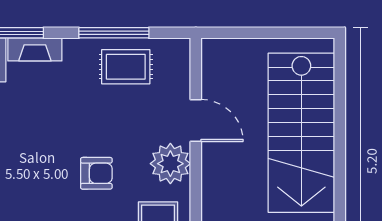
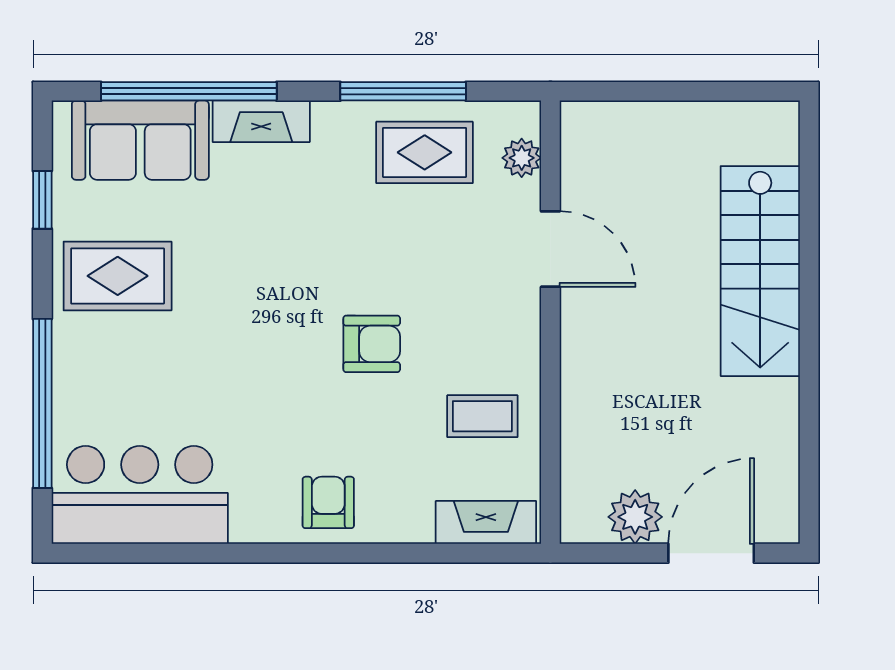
stairs: (301, 133) -> (760, 271), width x0.73, depth x0.66
plant: (170, 164) -> (522, 158), moved, width x0.53, depth x0.53

